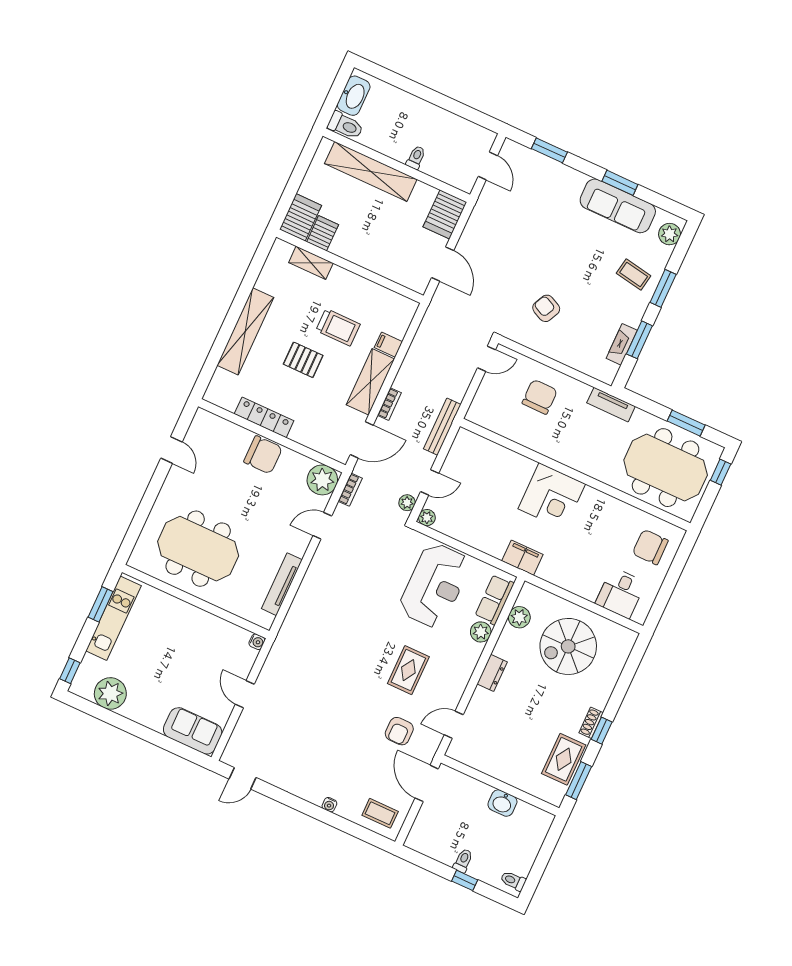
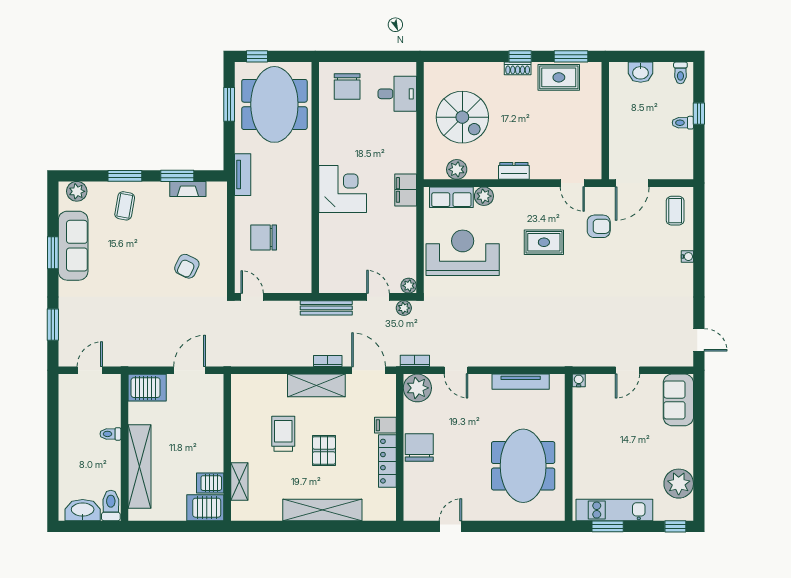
filing cabinet: (388, 345) -> (385, 425), moved, turned 90
washbasin: (502, 803) -> (641, 72), moved, turned 90

